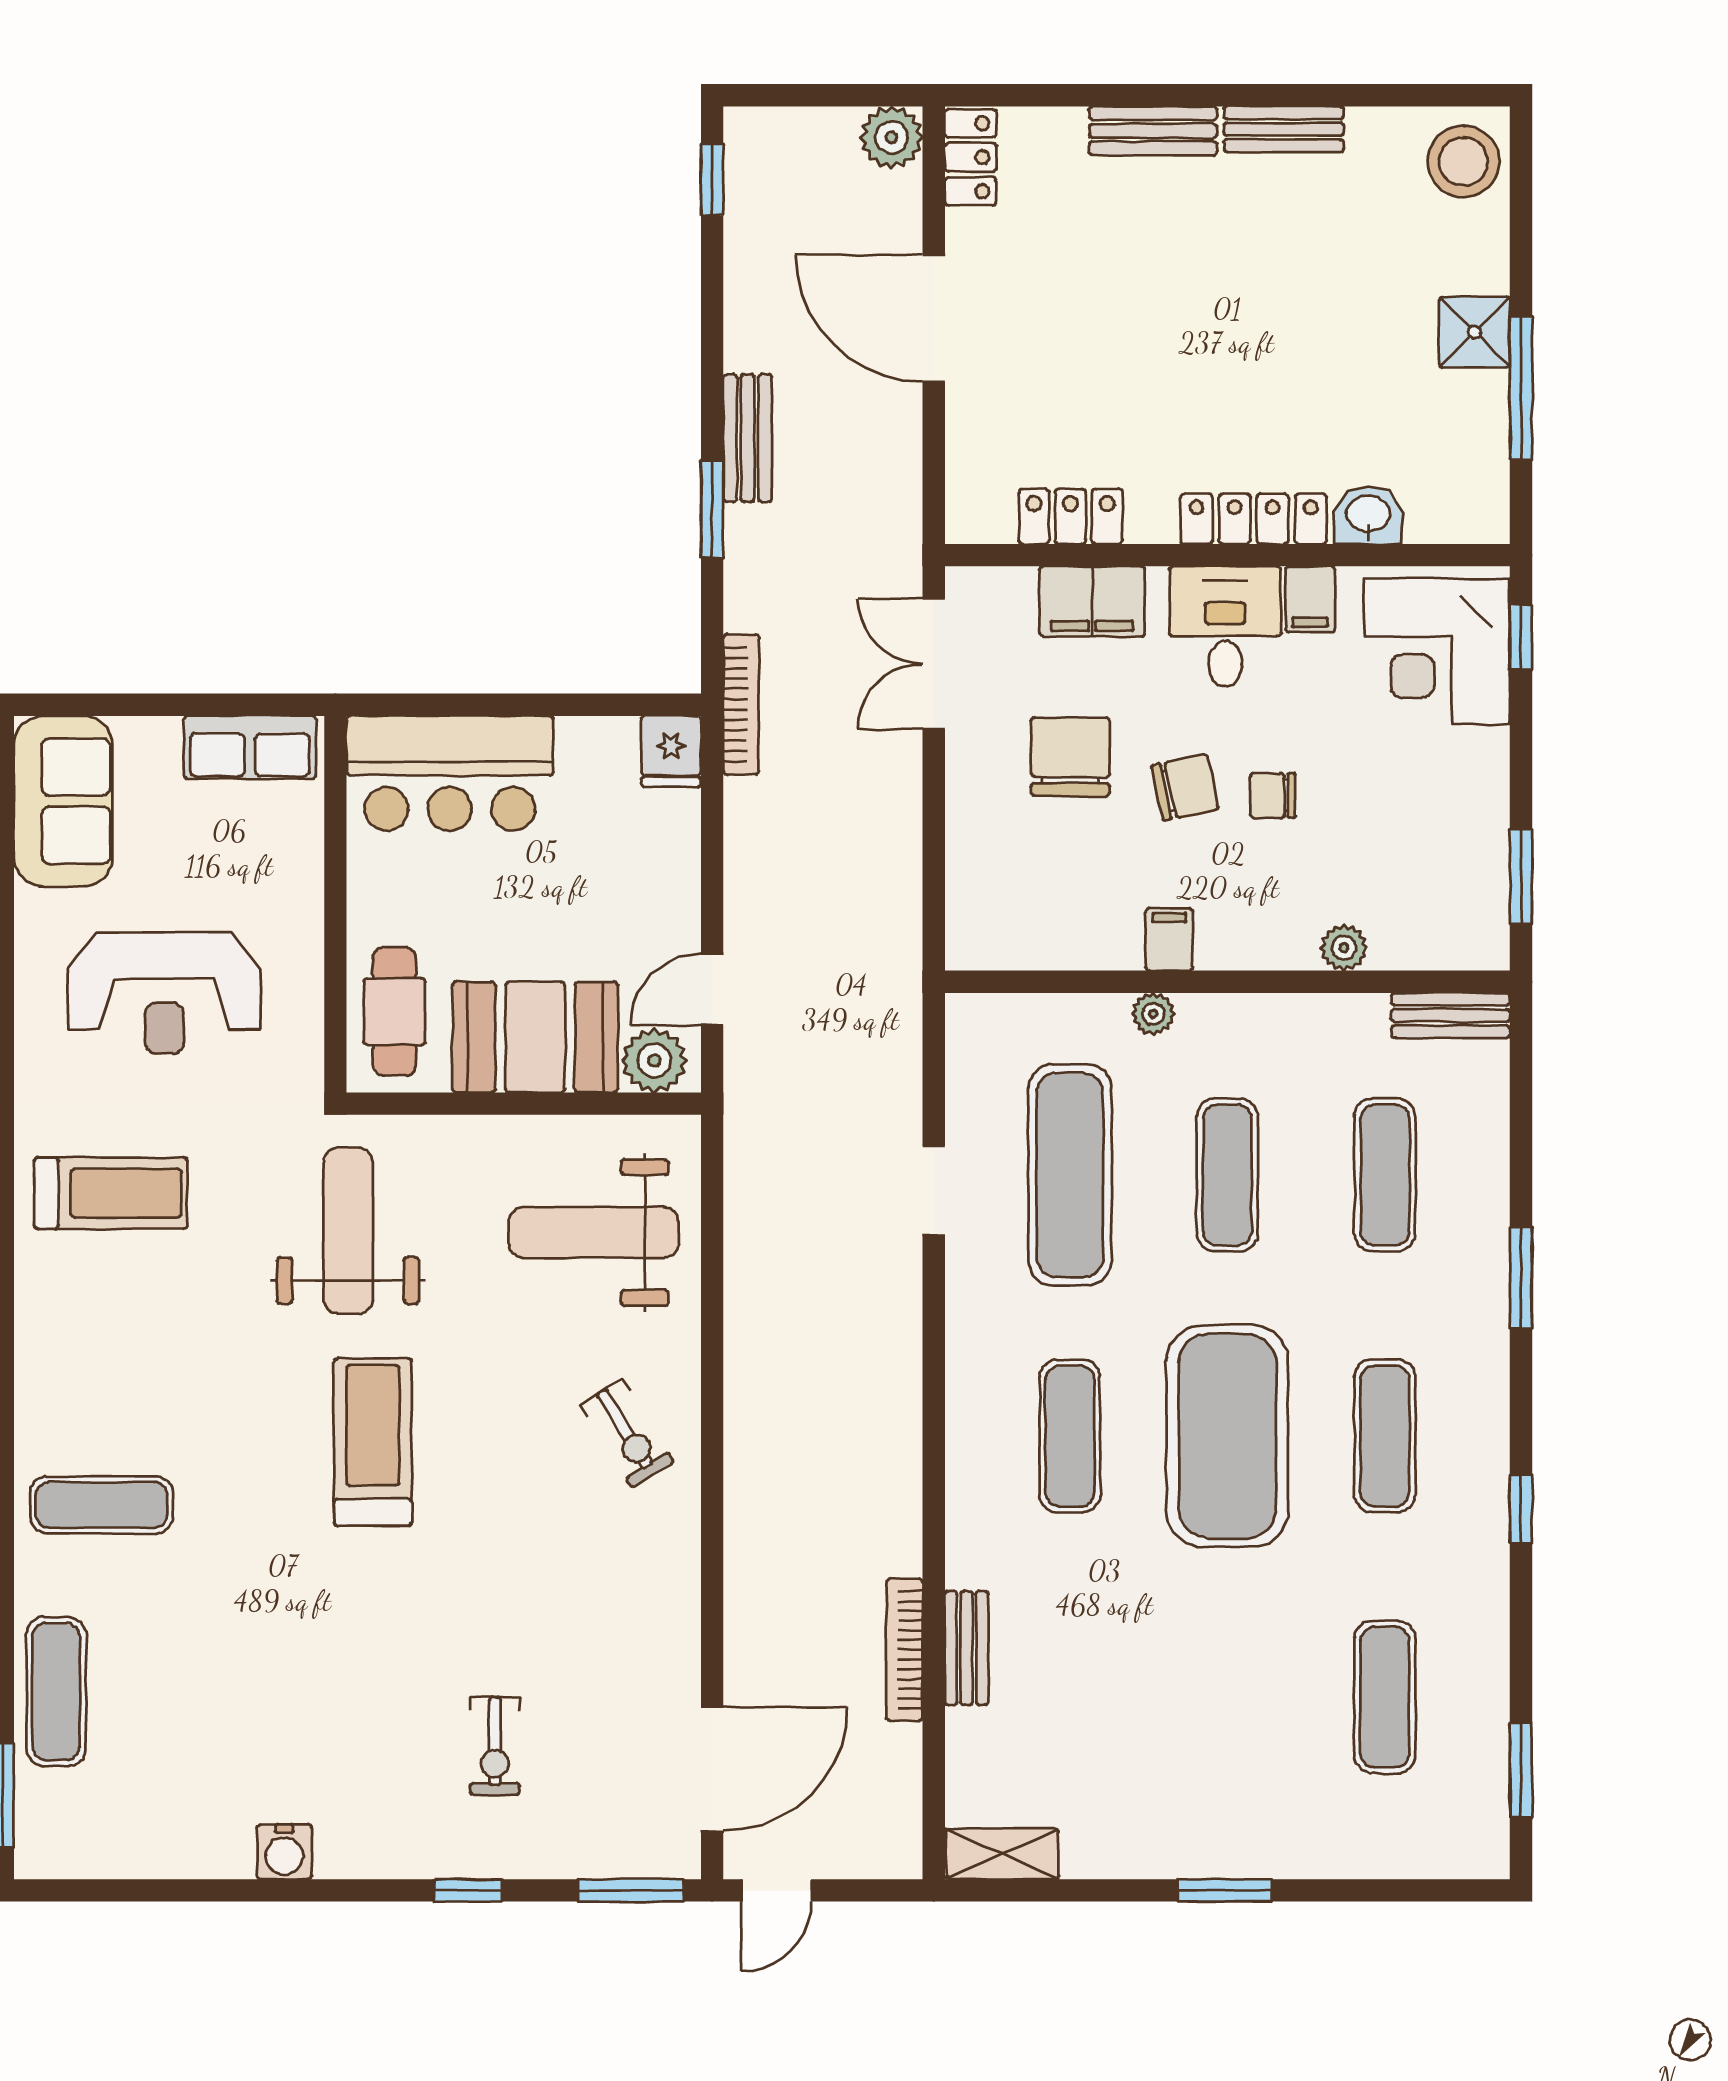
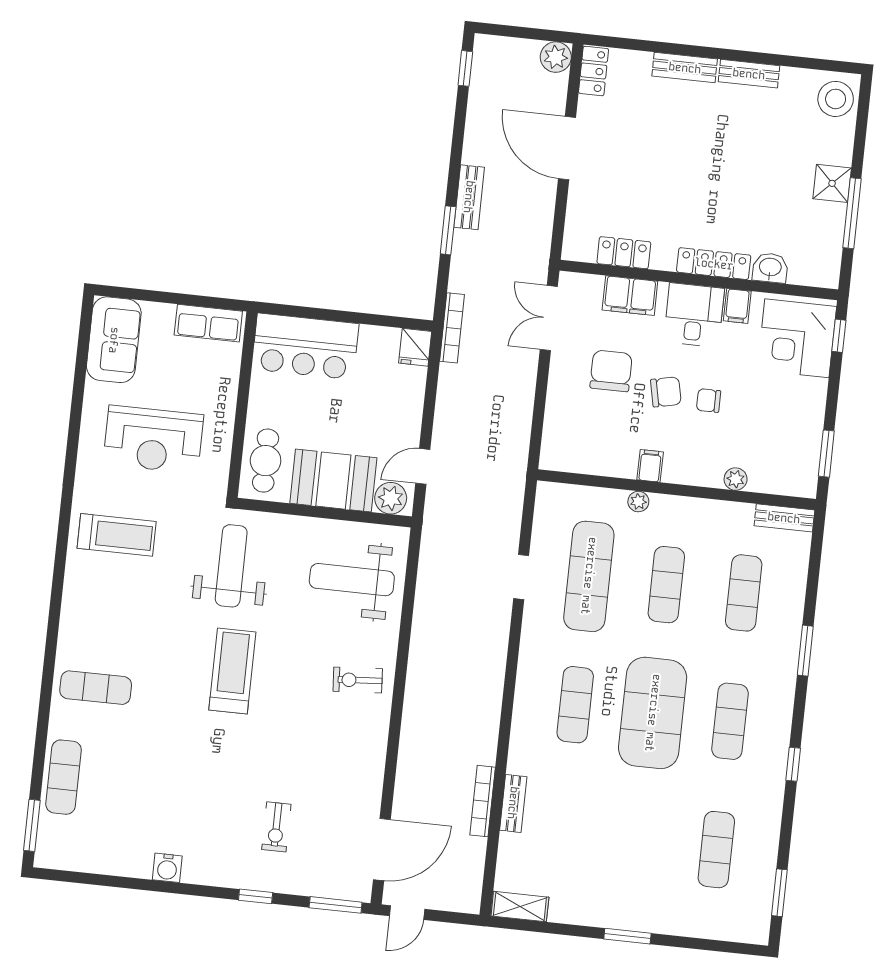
exercise bike: (627, 1433) -> (358, 680), turned 118

